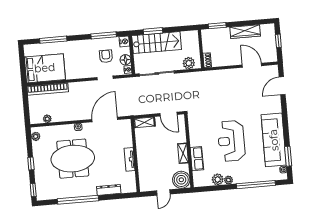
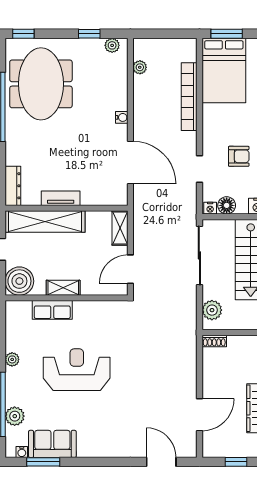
armchair: (106, 56) -> (239, 156), moved
window: (23, 69) -> (227, 34), added
bookcase: (48, 89) -> (189, 97), moved
sofa: (274, 140) -> (52, 444), width x0.54, depth x0.79
meeting table: (73, 159) -> (41, 84), moved
window: (31, 163) -> (89, 34), moved
shelving: (144, 168) -> (45, 222), added
plant: (218, 179) -> (15, 416), moved
dresser: (109, 190) -> (13, 186), moved

